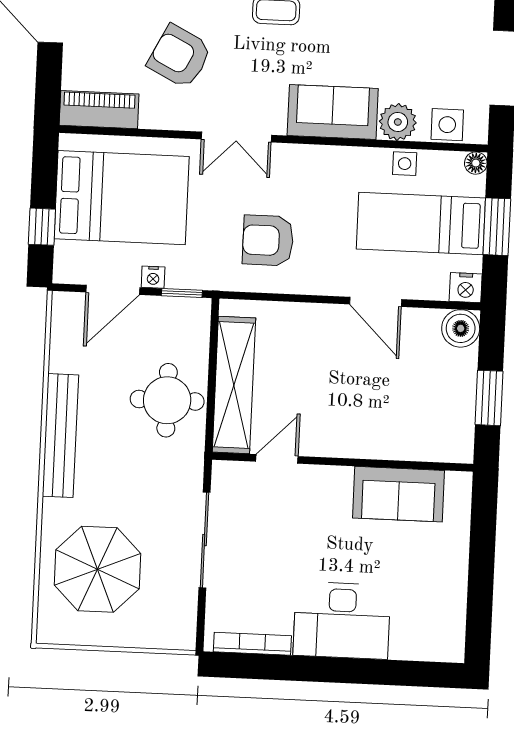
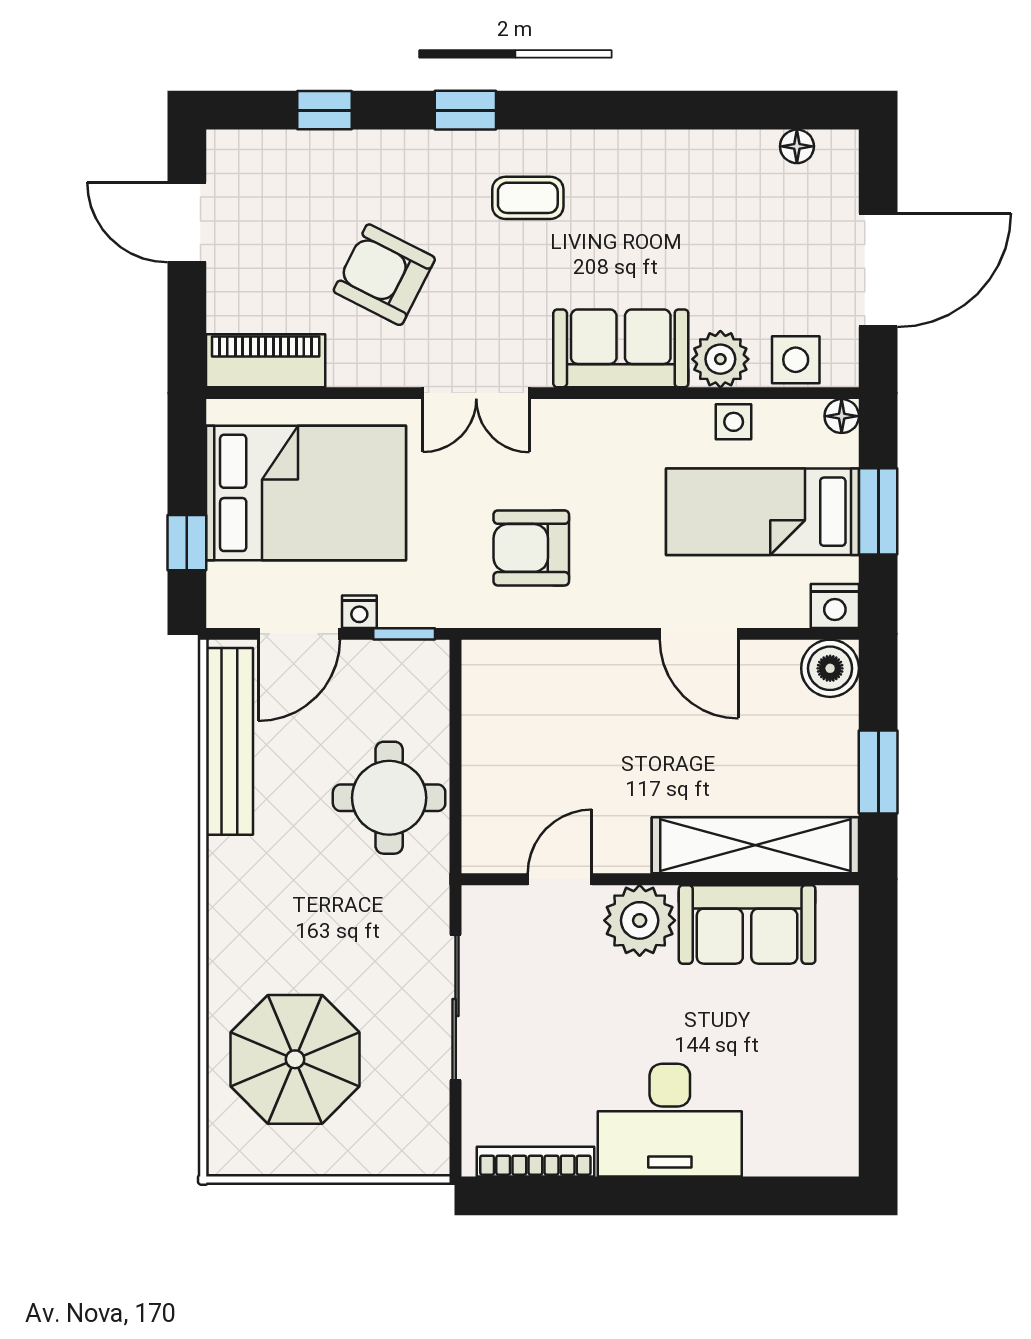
shelving: (234, 385) -> (755, 845), moved, turned 90
bench: (60, 436) -> (229, 741), moved
plant: (328, 488) -> (640, 920), added

